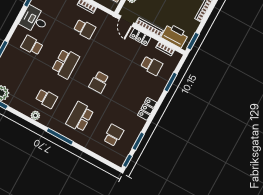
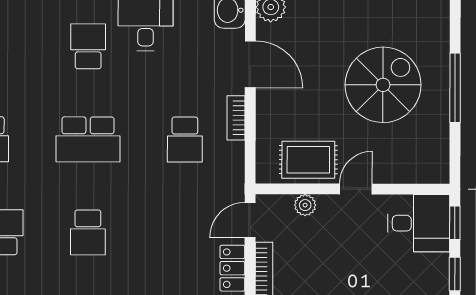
school desk: (99, 82) -> (88, 232), turned -90

